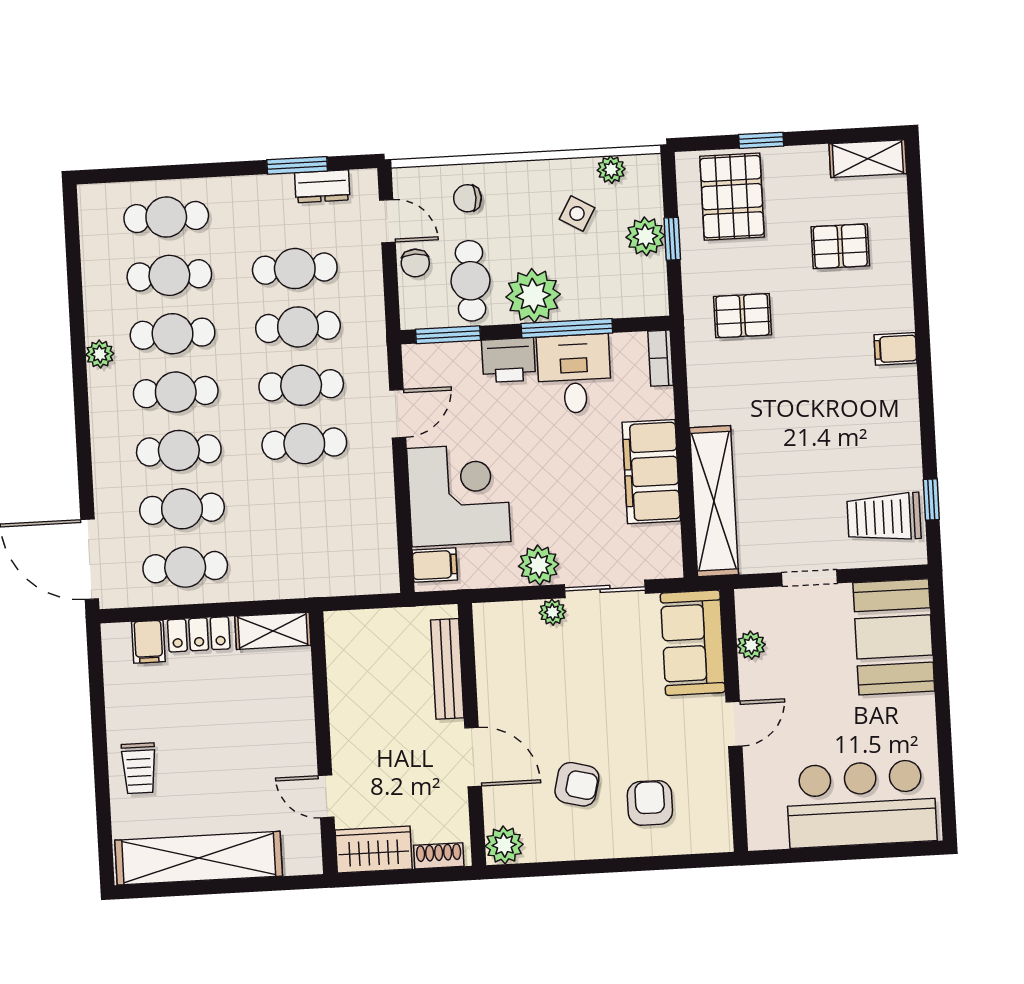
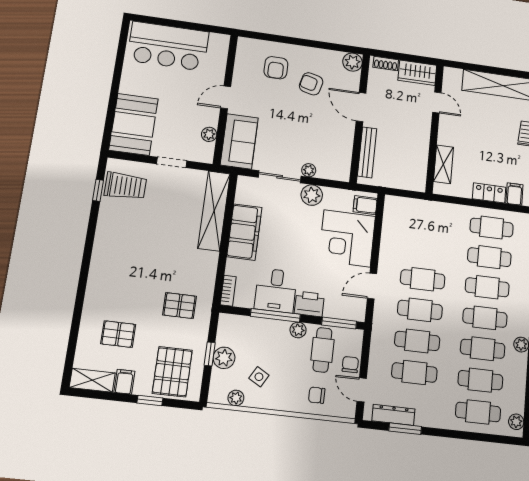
dresser: (322, 186) -> (393, 415), width x1.44
chair: (467, 198) -> (317, 395), turned 180
plant: (92, 211) -> (516, 422), added
plant: (533, 296) -> (298, 330), width x0.53, depth x0.53
filing cabinet: (895, 349) -> (124, 382), moved, turned -90
shelving: (273, 631) -> (443, 164), moved, turned 90

